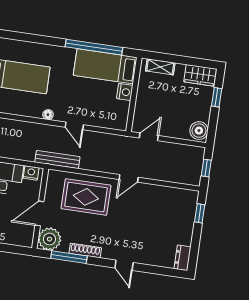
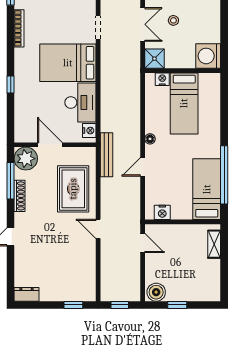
wardrobe: (200, 75) -> (211, 285), removed
nightstand: (125, 92) -> (162, 212), moved
window: (217, 97) -> (177, 305), moved

